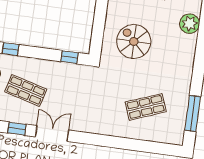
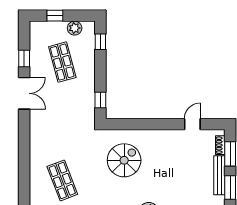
shop shelf: (26, 90) -> (62, 62), turned -30

